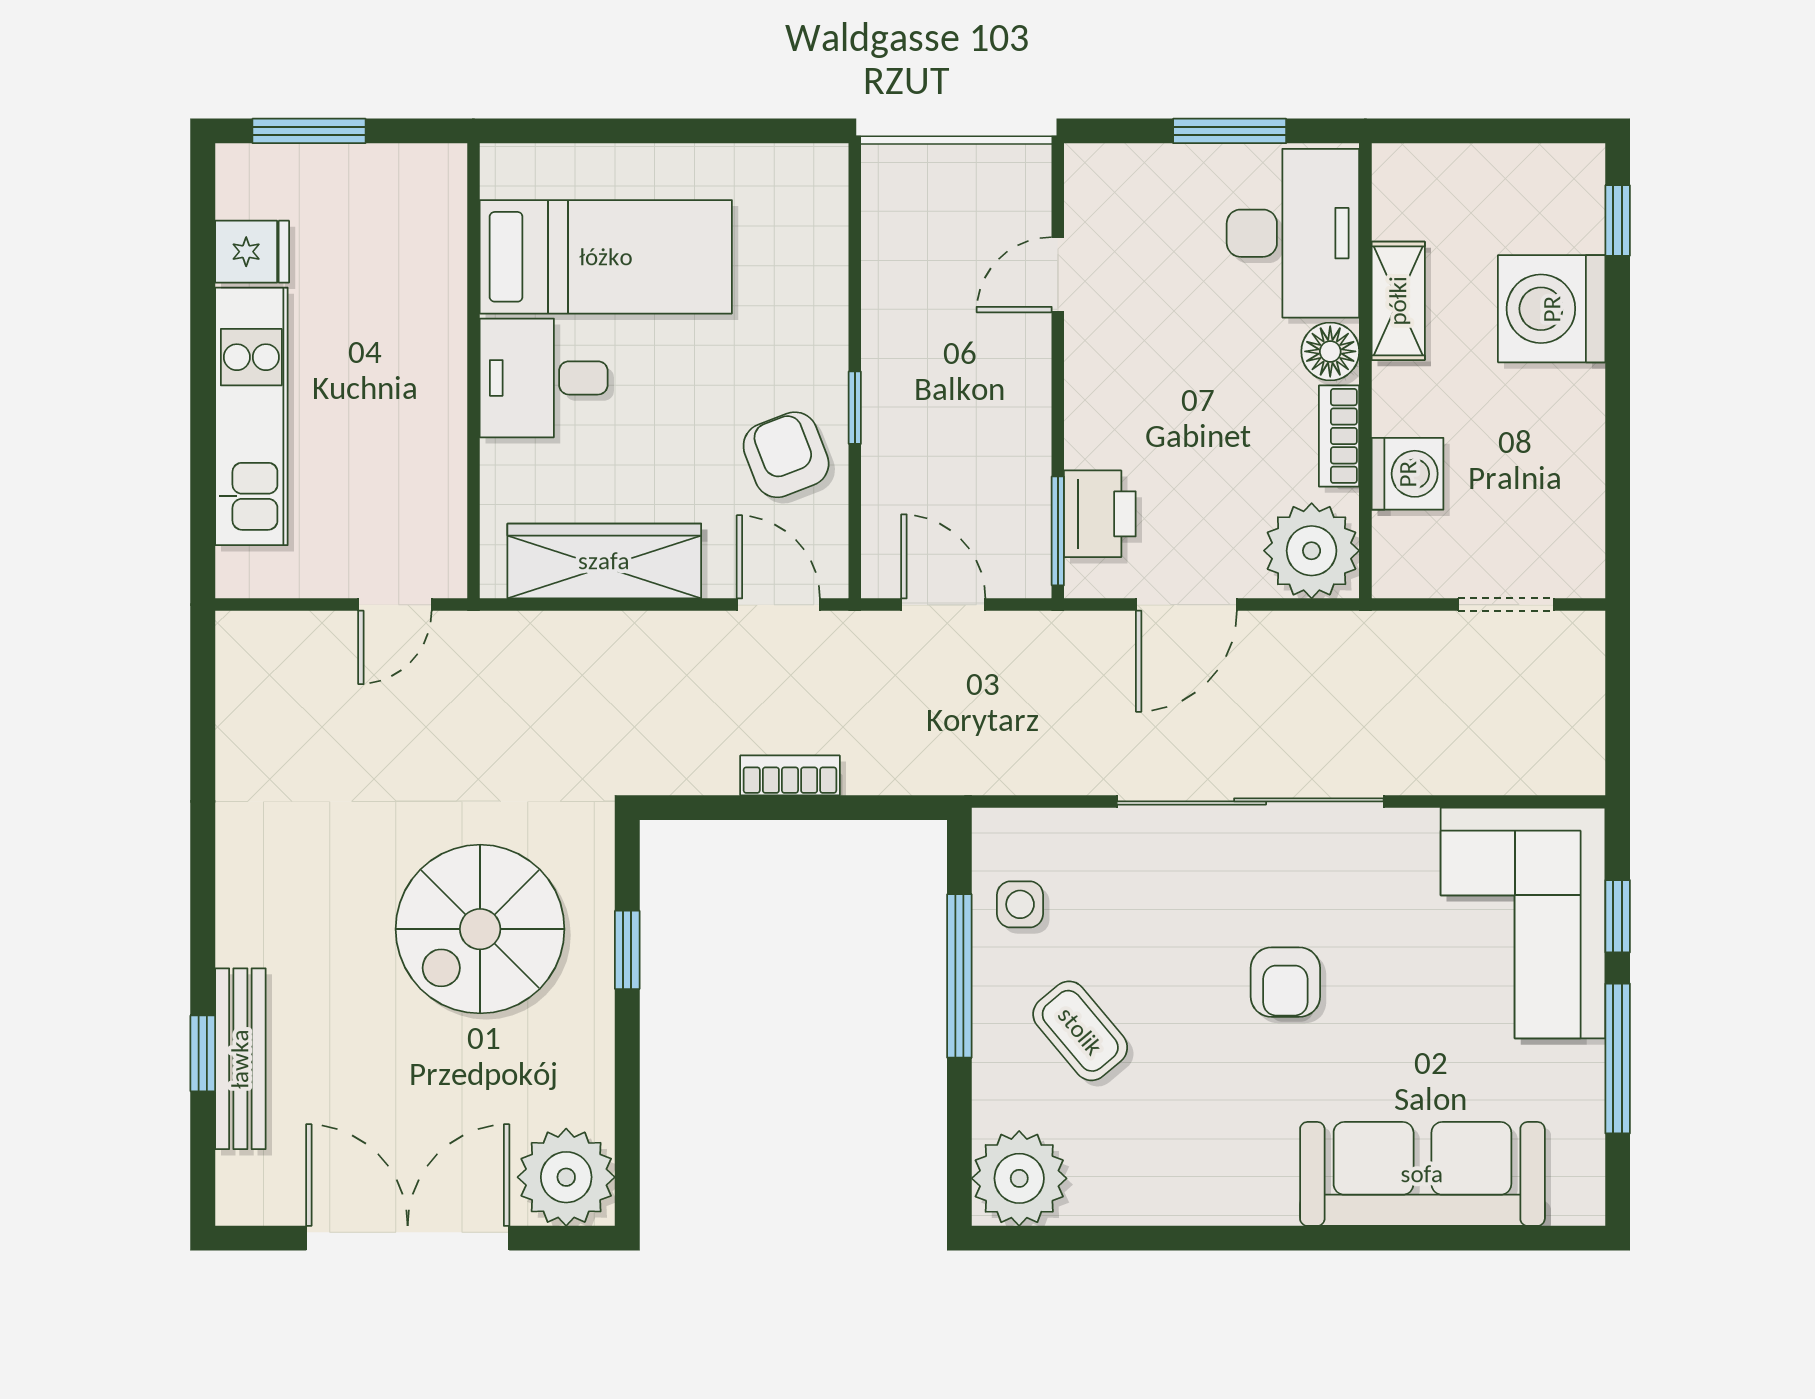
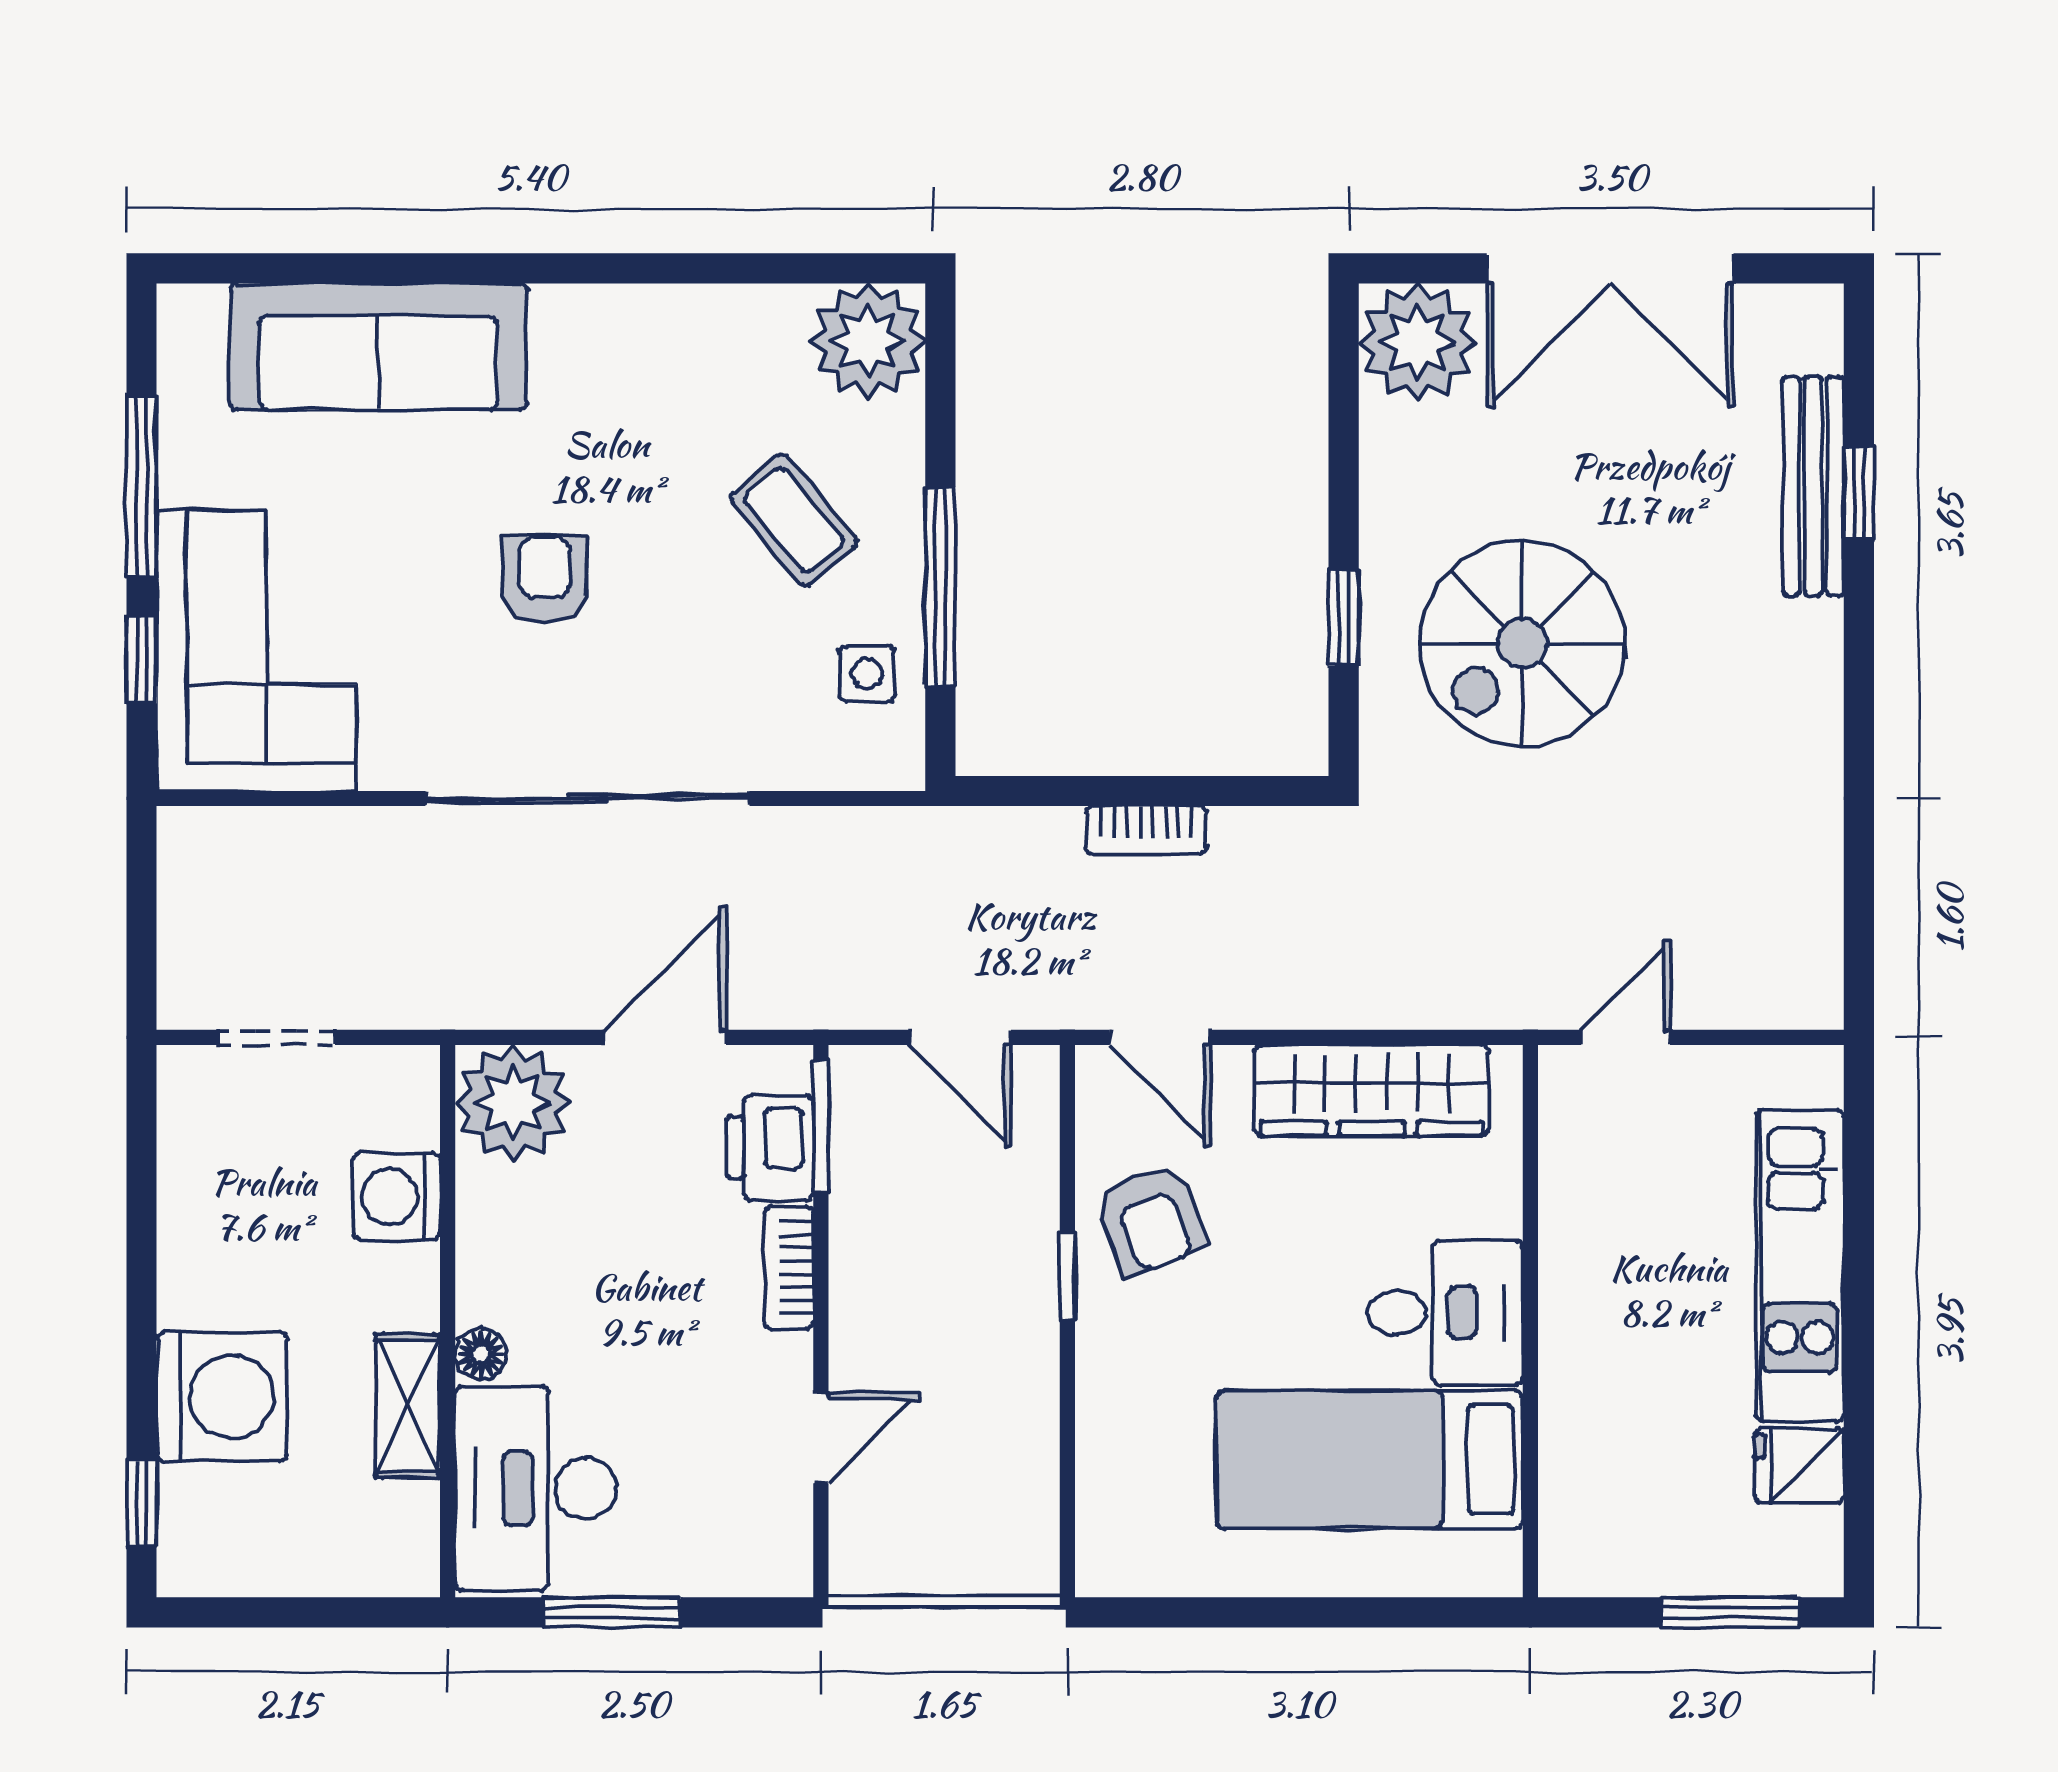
floor lamp: (1330, 351) -> (481, 1354), width x0.73, depth x0.73
bookcase: (1339, 436) -> (789, 1268), moved, turned 180
spiral stairs: (480, 929) -> (1522, 644), turned 180

